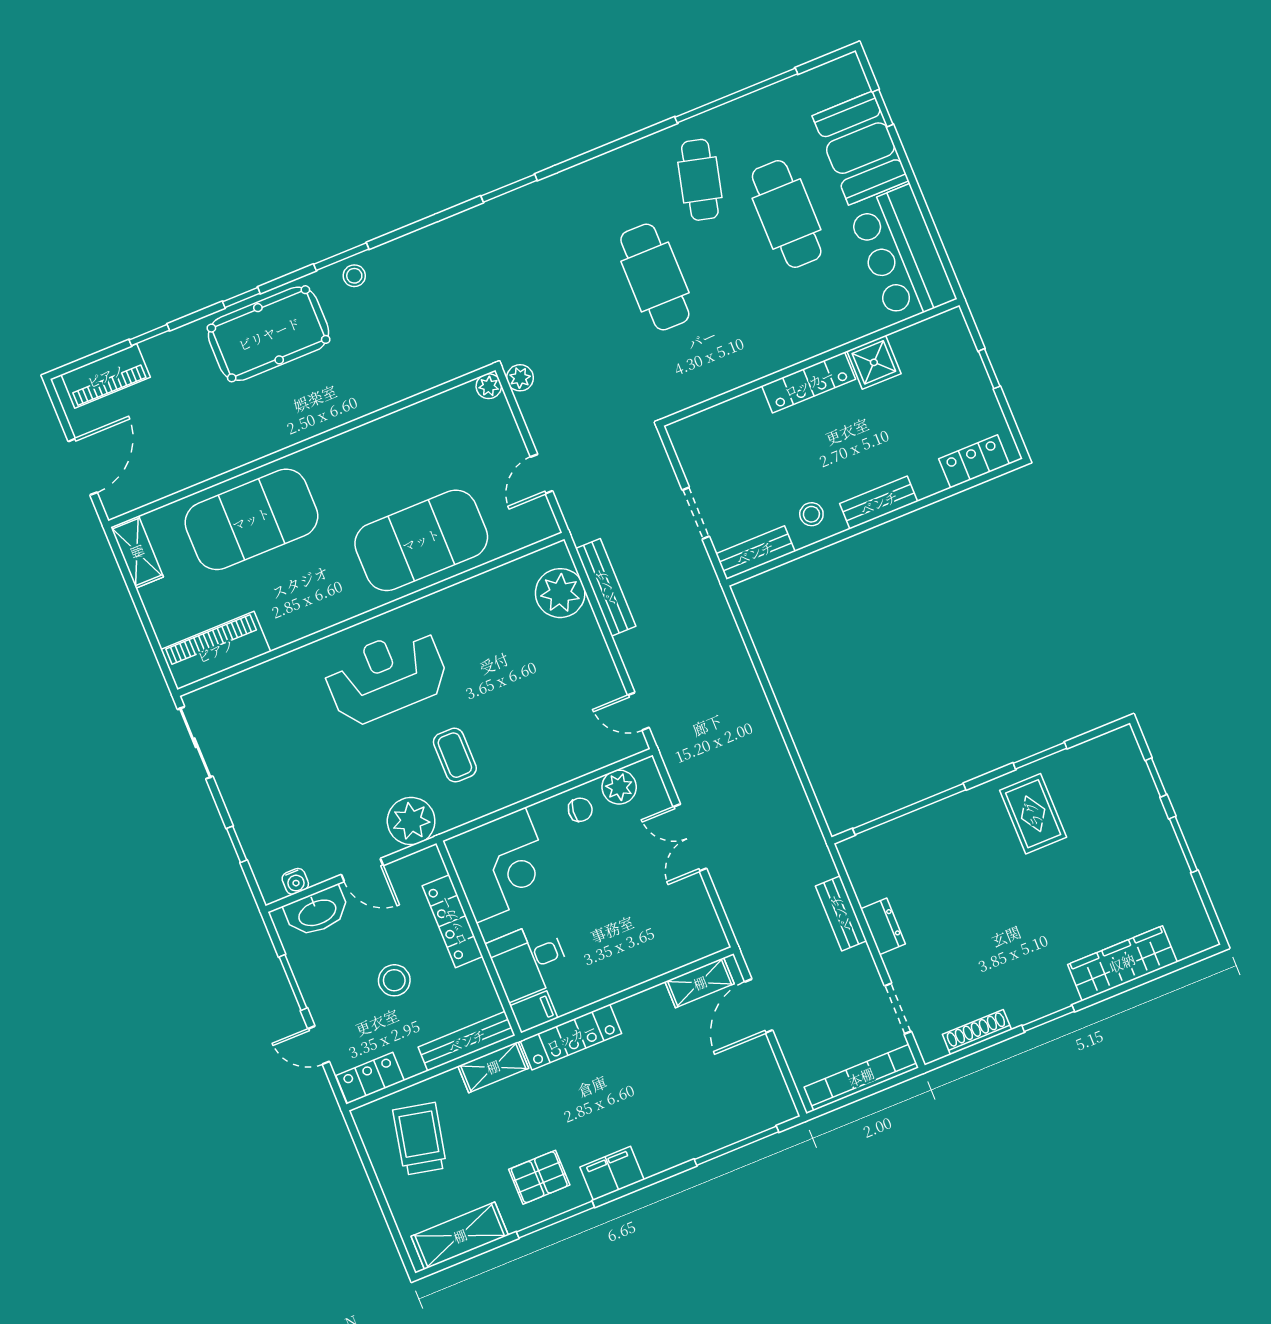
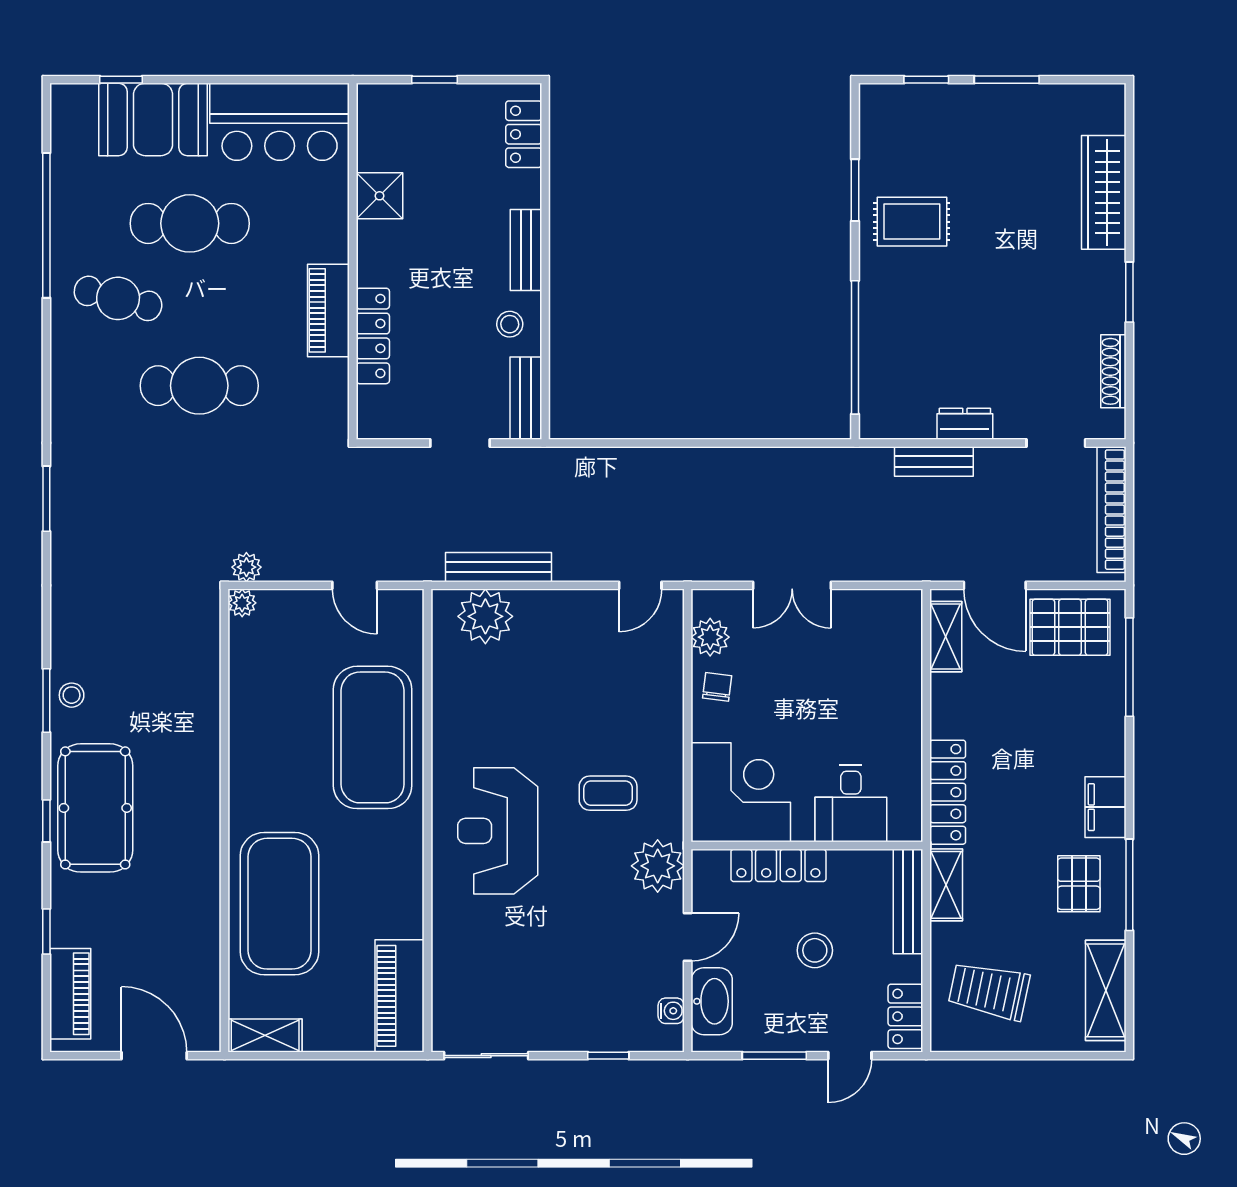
piano: (761, 359) -> (328, 310), added
locker: (809, 383) -> (373, 336), moved
filing cabinet: (534, 1012) -> (906, 820), removed
pallet: (749, 1083) -> (1070, 627), added

